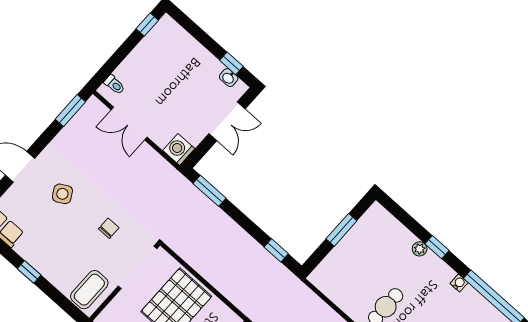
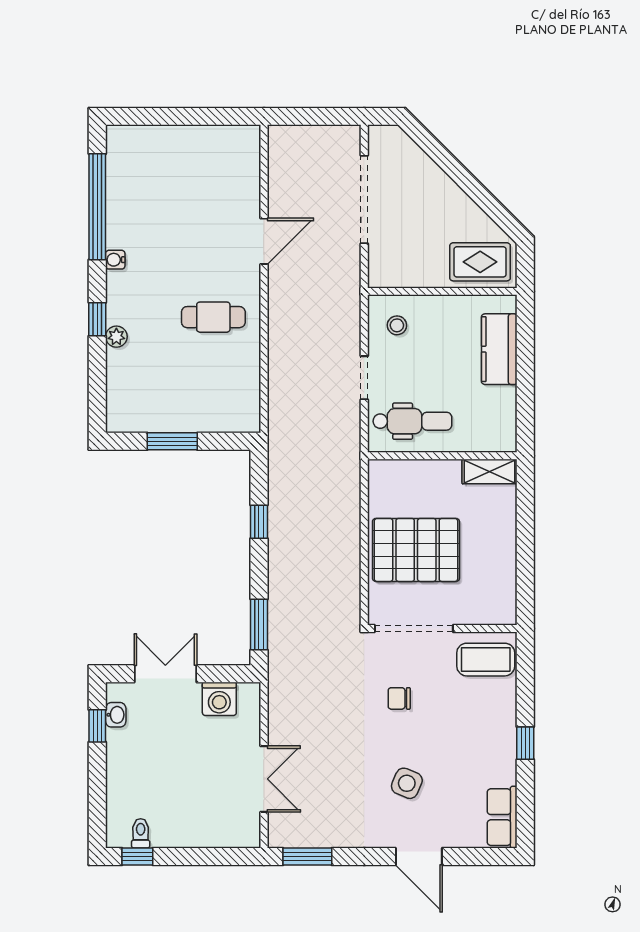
toilet: (114, 85) -> (141, 833), moved
washing machine: (179, 150) -> (219, 699), moved
side table: (62, 194) -> (407, 783), turned -37
window: (276, 250) -> (259, 522), moved

